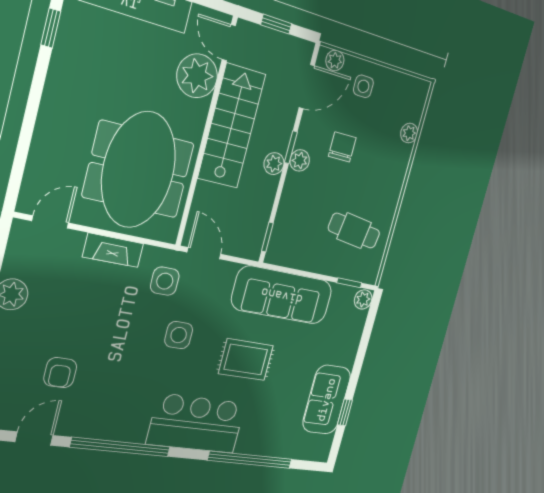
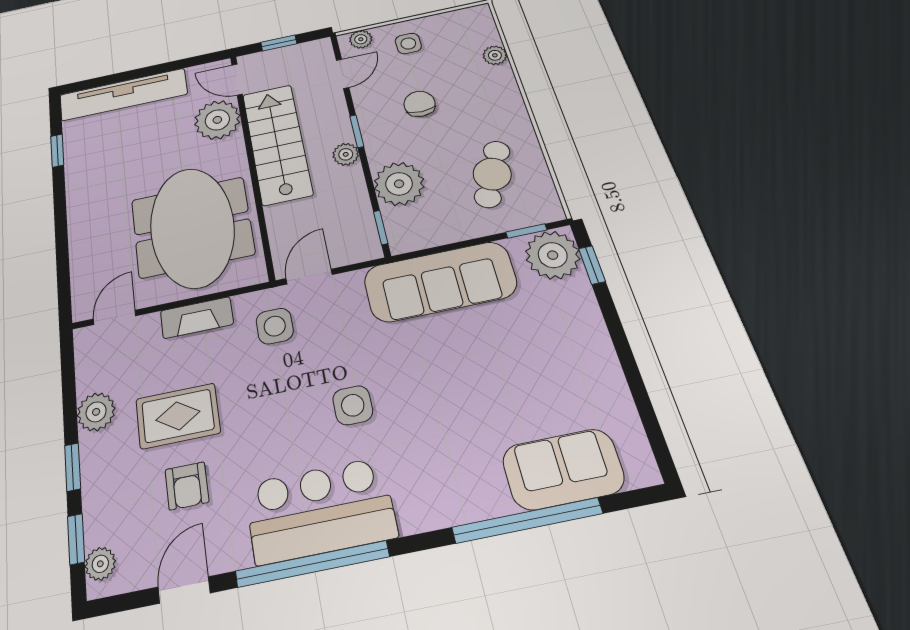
door: (307, 87) -> (343, 74), width x0.73
plant: (300, 160) -> (399, 184), moved, width x1.88, depth x1.88
cafe table: (354, 231) -> (492, 174), turned -73
door: (204, 253) -> (309, 277), hinge flipped
plant: (363, 299) -> (553, 255), width x1.87, depth x1.87
side table: (179, 335) -> (353, 405), moved
rug: (246, 360) -> (178, 416), moved
sofa: (327, 400) -> (563, 469), moved, turned 90
window: (345, 412) -> (592, 265), moved
bar counter: (196, 424) -> (320, 510), moved

